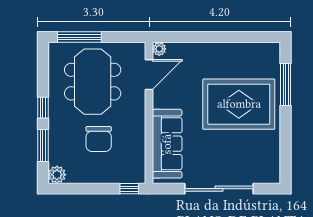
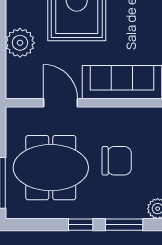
plant: (159, 49) -> (20, 43), moved, width x1.87, depth x1.87
door: (149, 75) -> (60, 103), moved

